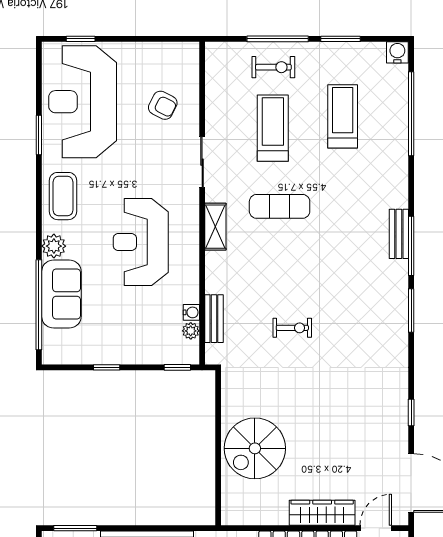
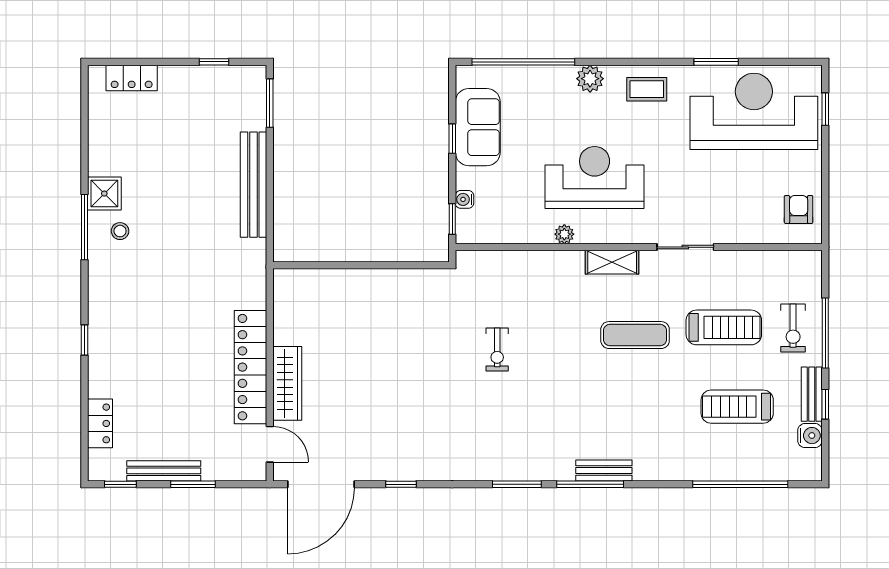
window: (340, 39) -> (825, 404), width x0.67
water cooler: (397, 52) -> (810, 436), moved
armchair: (163, 105) -> (799, 209), moved, turned 153
treadmill: (343, 116) -> (737, 407), turned 180
coffee table: (63, 196) -> (647, 89), width x0.73, depth x0.77
exercise mat: (280, 206) -> (635, 335), turned 90
sofa: (61, 294) -> (478, 127), moved, turned -90
water cooler: (191, 312) -> (464, 199), moved, turned 90
bench: (214, 319) -> (812, 394), moved, turned 90
plant: (191, 331) -> (564, 234), moved
spiral stairs: (255, 448) -> (360, 307), removed

